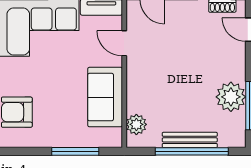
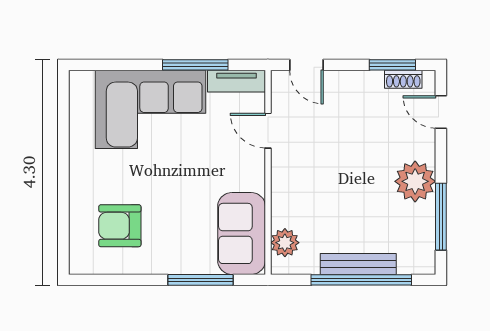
sofa: (105, 97) -> (242, 233), moved
plant: (231, 97) -> (415, 181), moved

